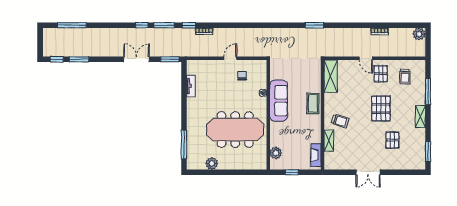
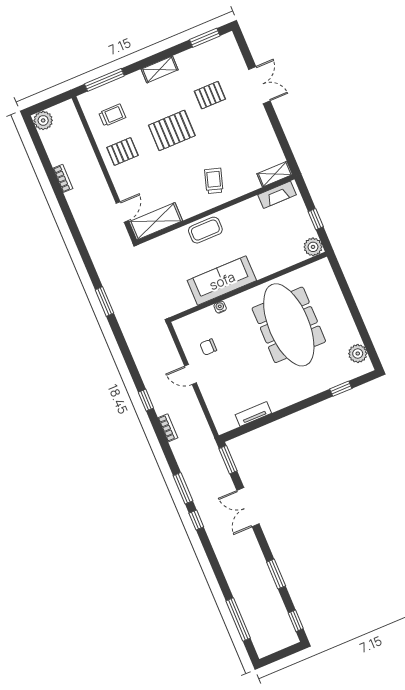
window: (189, 25) -> (146, 400), moved
window: (314, 25) -> (104, 301), moved
door: (366, 58) -> (122, 212), moved
window: (79, 59) -> (276, 574), moved
window: (428, 92) -> (104, 80), moved
shelving: (329, 141) -> (275, 174), moved
window: (184, 145) -> (341, 389), width x0.46
plant: (276, 153) -> (313, 247), moved
plant: (212, 164) -> (358, 354), moved
double door: (368, 172) -> (259, 85), moved

